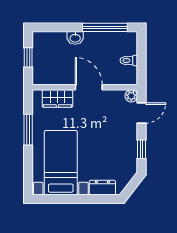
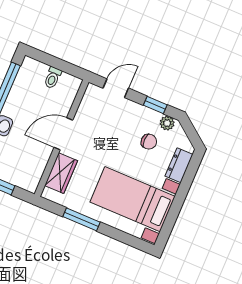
plant: (131, 96) -> (167, 123), moved
door: (141, 113) -> (116, 88), hinge flipped
chair: (111, 156) -> (149, 142), added

